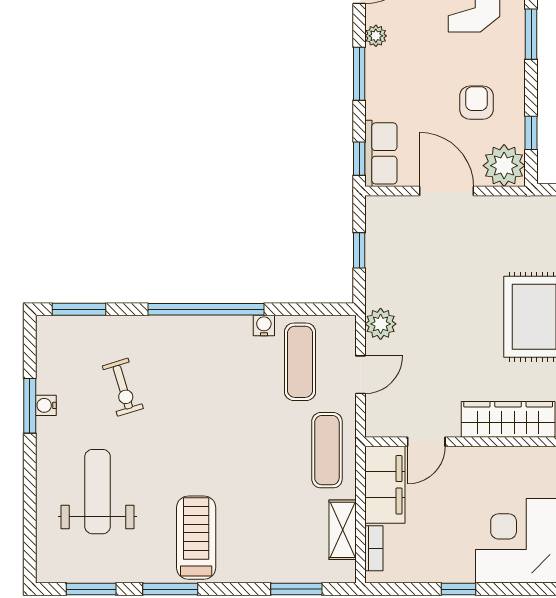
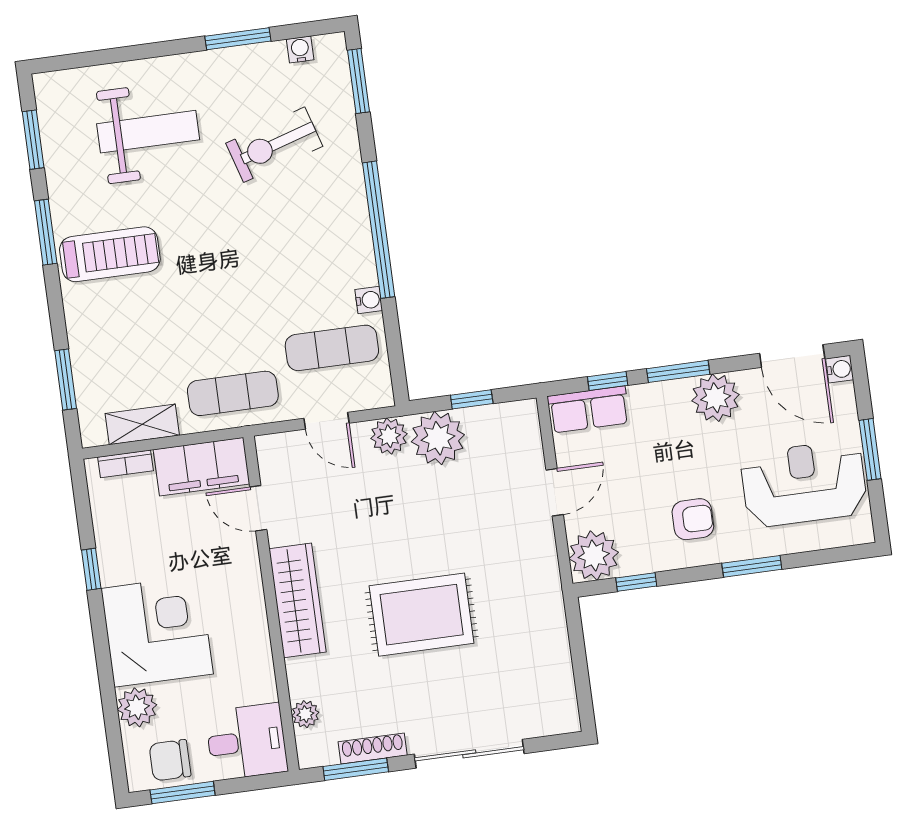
plant: (376, 36) -> (716, 398), width x1.88, depth x1.88
armchair: (476, 103) -> (693, 519), moved
window: (359, 159) -> (608, 381), moved
door: (446, 191) -> (555, 492), width x0.73
plant: (388, 283) -> (438, 438), added
exercise bike: (123, 387) -> (274, 145), width x1.38, depth x1.39
water cooler: (46, 405) -> (300, 49), moved

